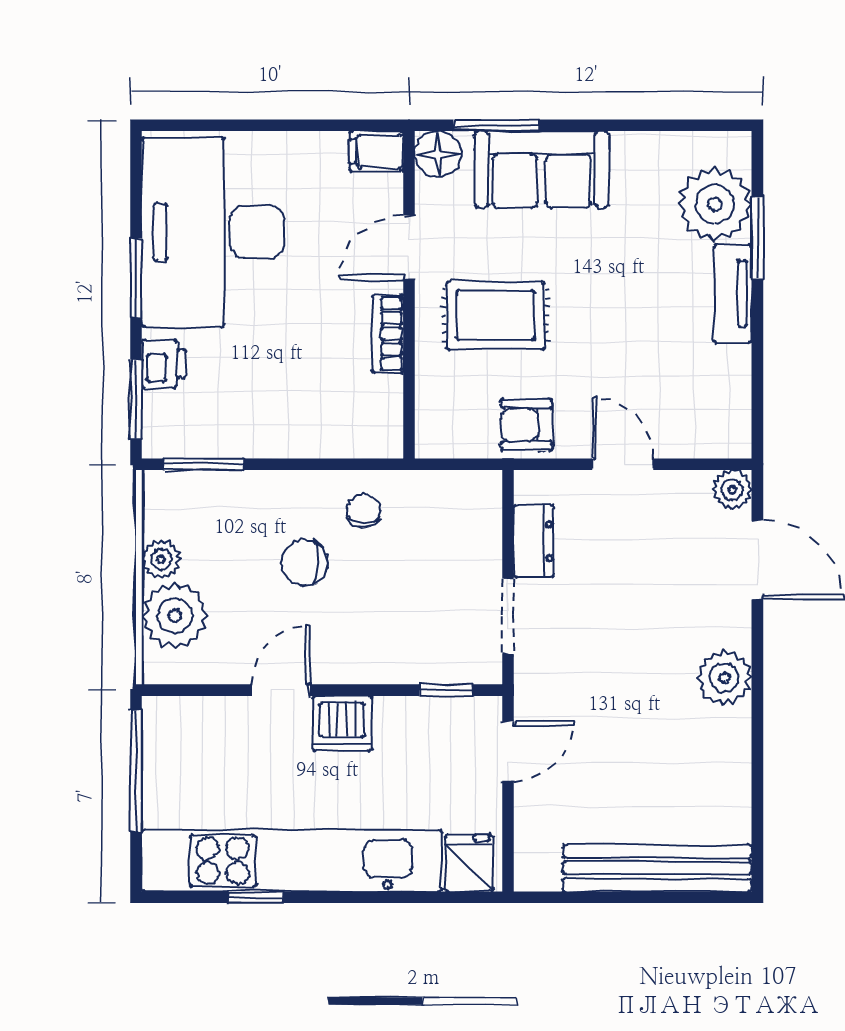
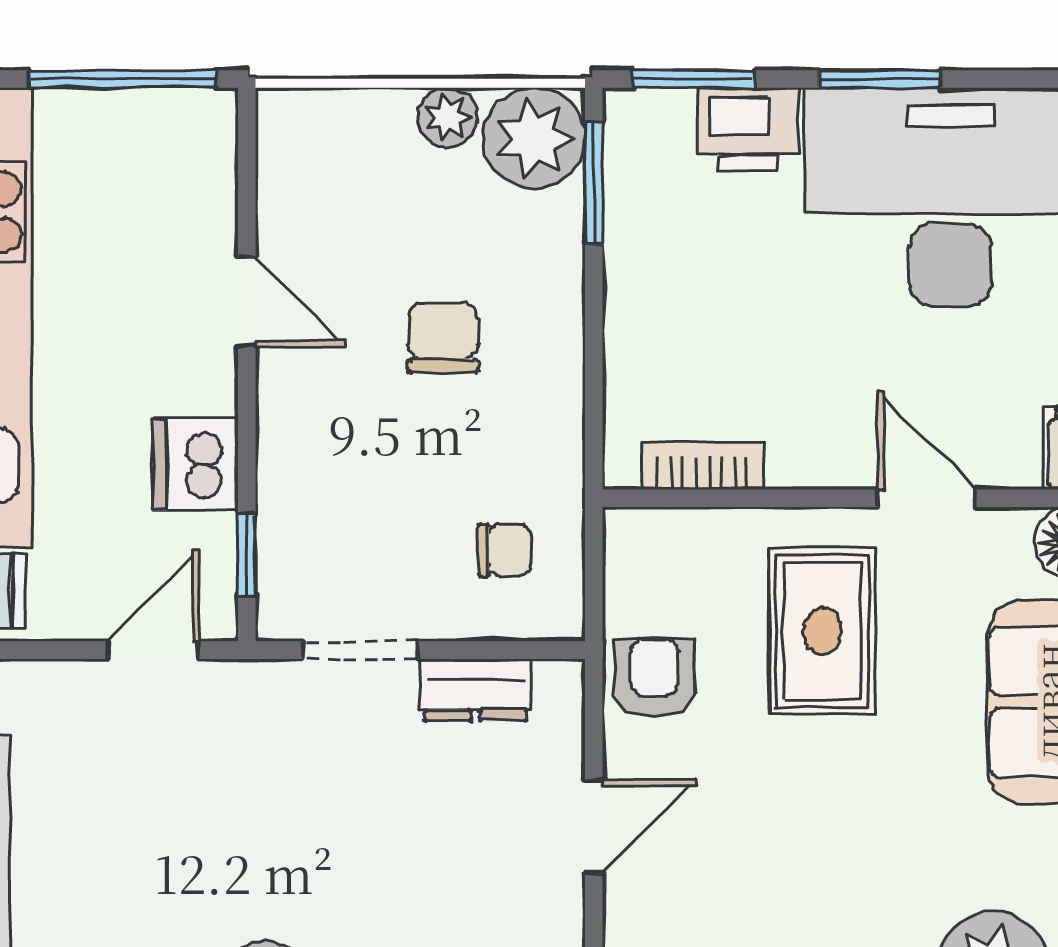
bookcase: (388, 334) -> (703, 466), moved
printer: (164, 364) -> (748, 129), width x1.36, depth x1.24
chair: (363, 511) -> (504, 550), moved
plant: (175, 616) -> (534, 139), moved
dishwasher: (342, 723) -> (196, 465), moved
door: (508, 751) -> (153, 650), swing flipped

